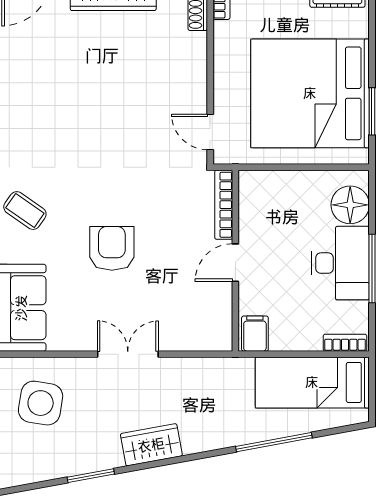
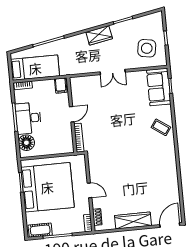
door: (210, 132) -> (89, 190), moved
armchair: (112, 248) -> (123, 115), removed

